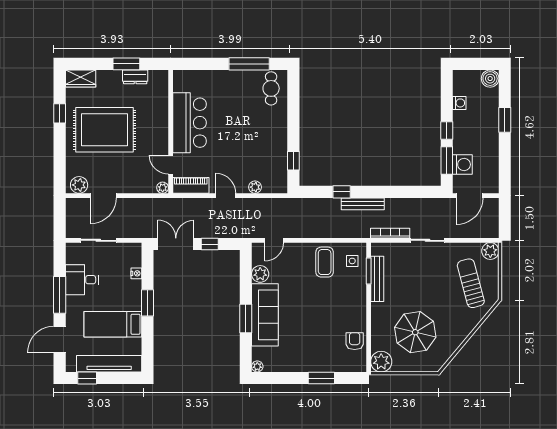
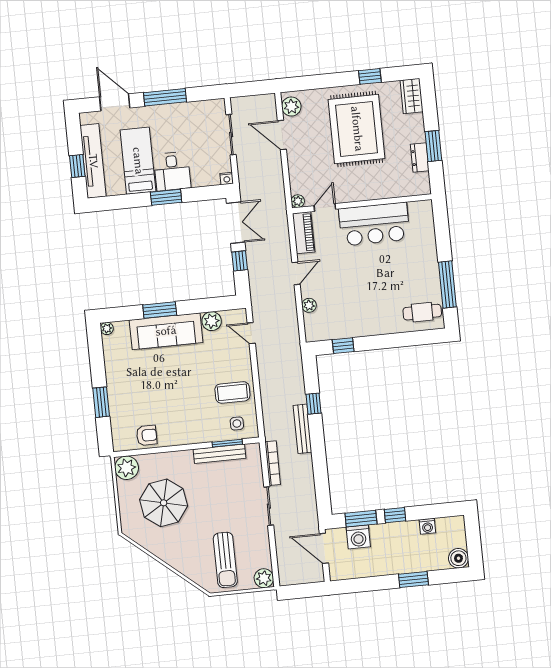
nightstand: (136, 273) -> (227, 178), moved
desk: (82, 280) -> (172, 171), moved, turned 180
sun lounger: (471, 283) -> (225, 560), turned 105
window: (87, 378) -> (77, 166), moved

